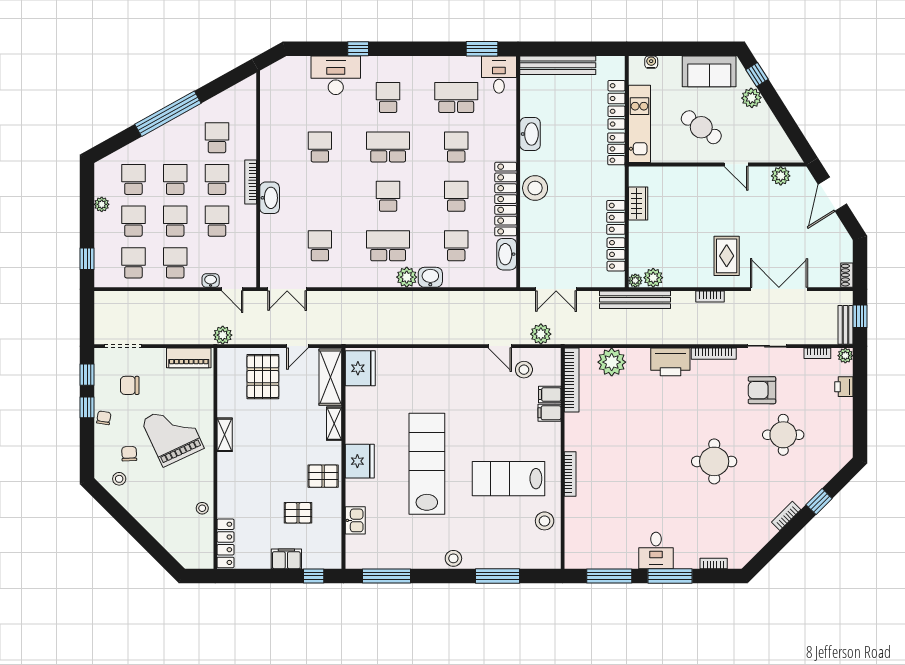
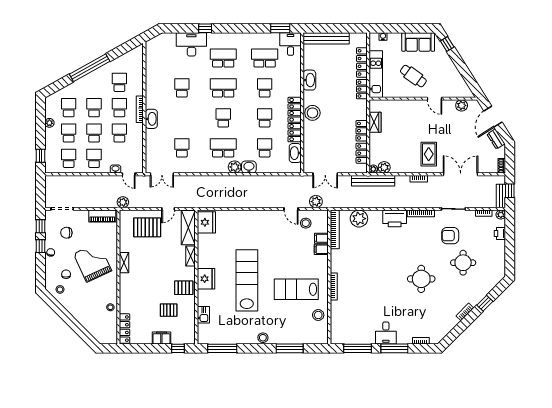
school desk: (388, 98) -> (223, 58), width x1.85
plant: (751, 98) -> (444, 58), removed
dresser: (837, 231) -> (496, 139), added
pallet: (263, 377) -> (147, 227), turned 90

